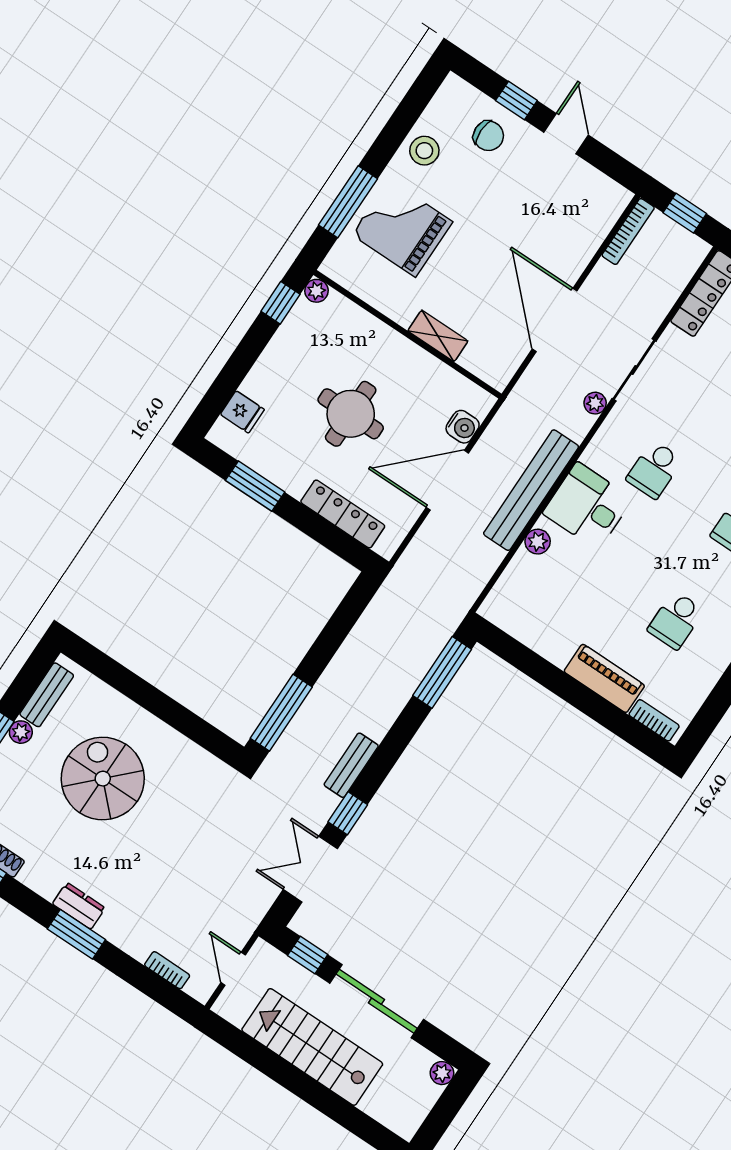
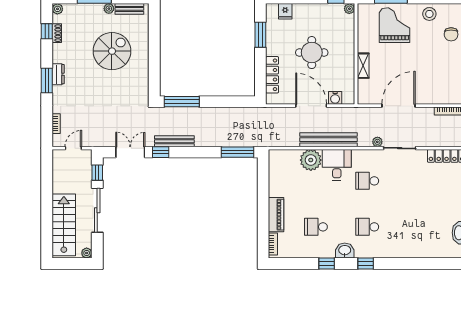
plant: (538, 542) -> (311, 160), width x1.87, depth x1.87
bench: (351, 765) -> (174, 141), width x1.36
stairs: (312, 1047) -> (64, 225), moved

